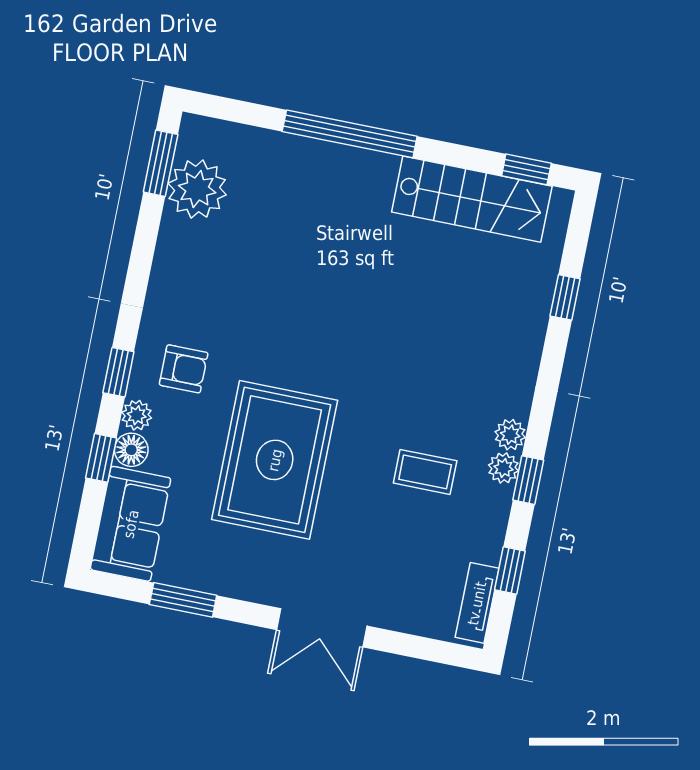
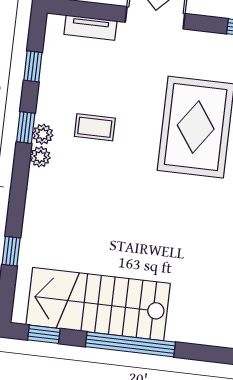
window: (350, 134) -> (130, 344), moved
stairs: (472, 199) -> (98, 304), width x1.36, depth x1.51
tv unit: (477, 603) -> (90, 28), moved, turned 90

